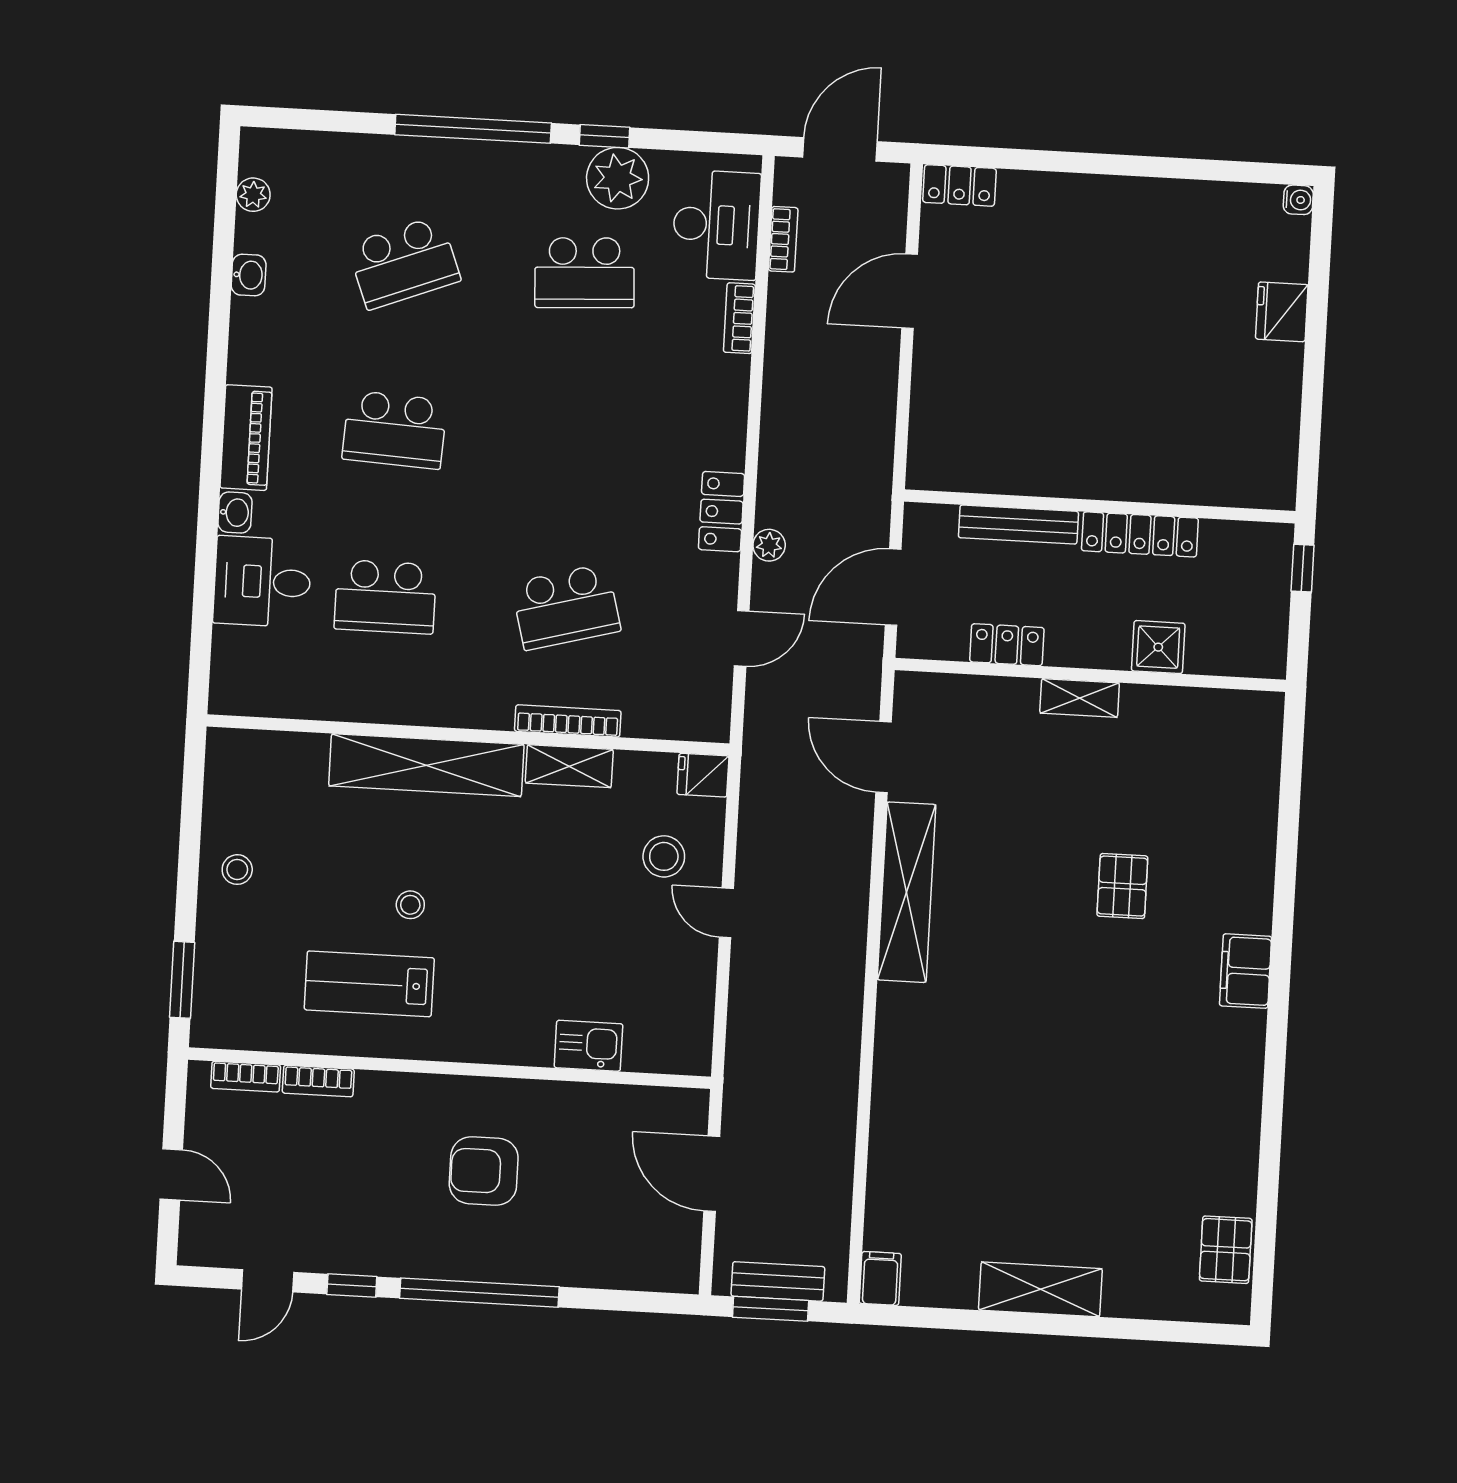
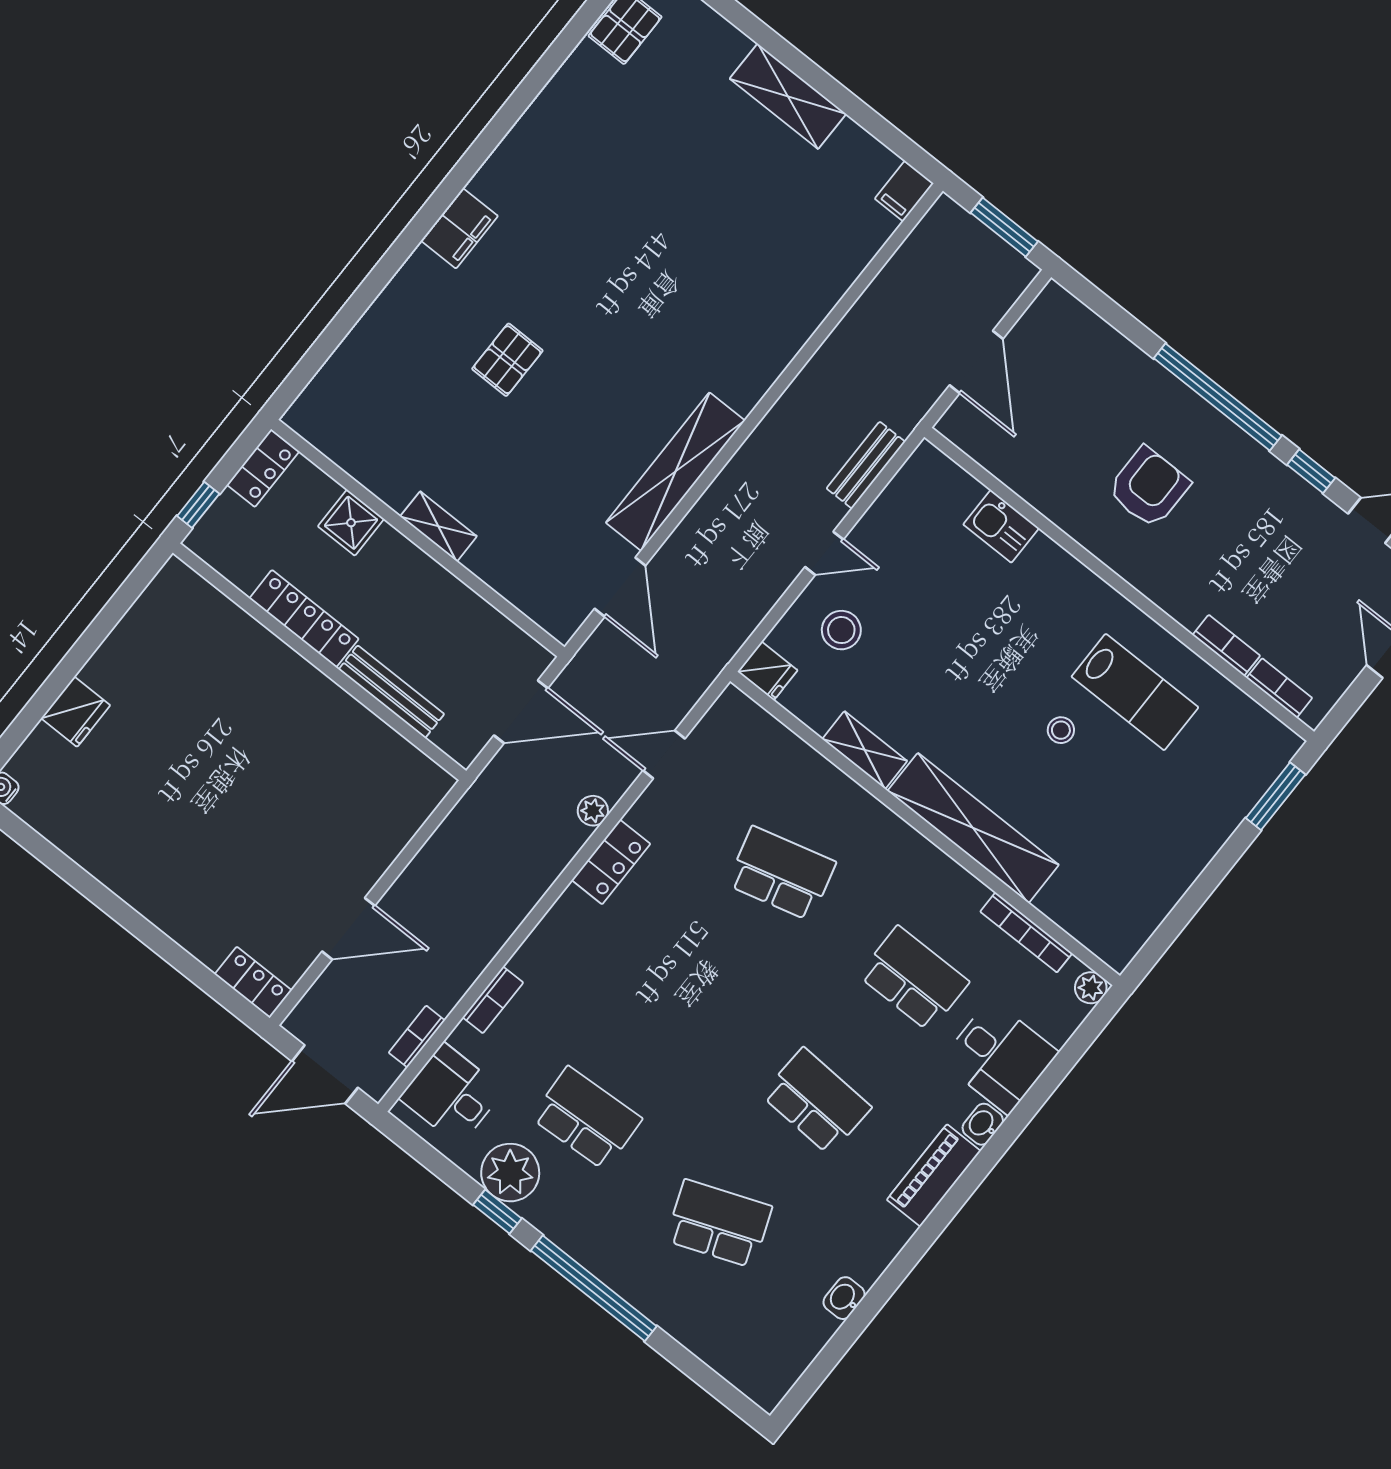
plant: (253, 195) -> (1091, 988), moved
desk: (716, 225) -> (452, 1094), width x0.73
locker: (1007, 645) -> (263, 468), moved, turned -90
bookcase: (568, 721) -> (1026, 932), moved
stool: (237, 870) -> (1174, 851), removed
door: (726, 913) -> (824, 553), hinge flipped
armchair: (484, 1171) -> (1149, 487), turned -90
bench: (778, 1281) -> (866, 465), moved, turned 90

